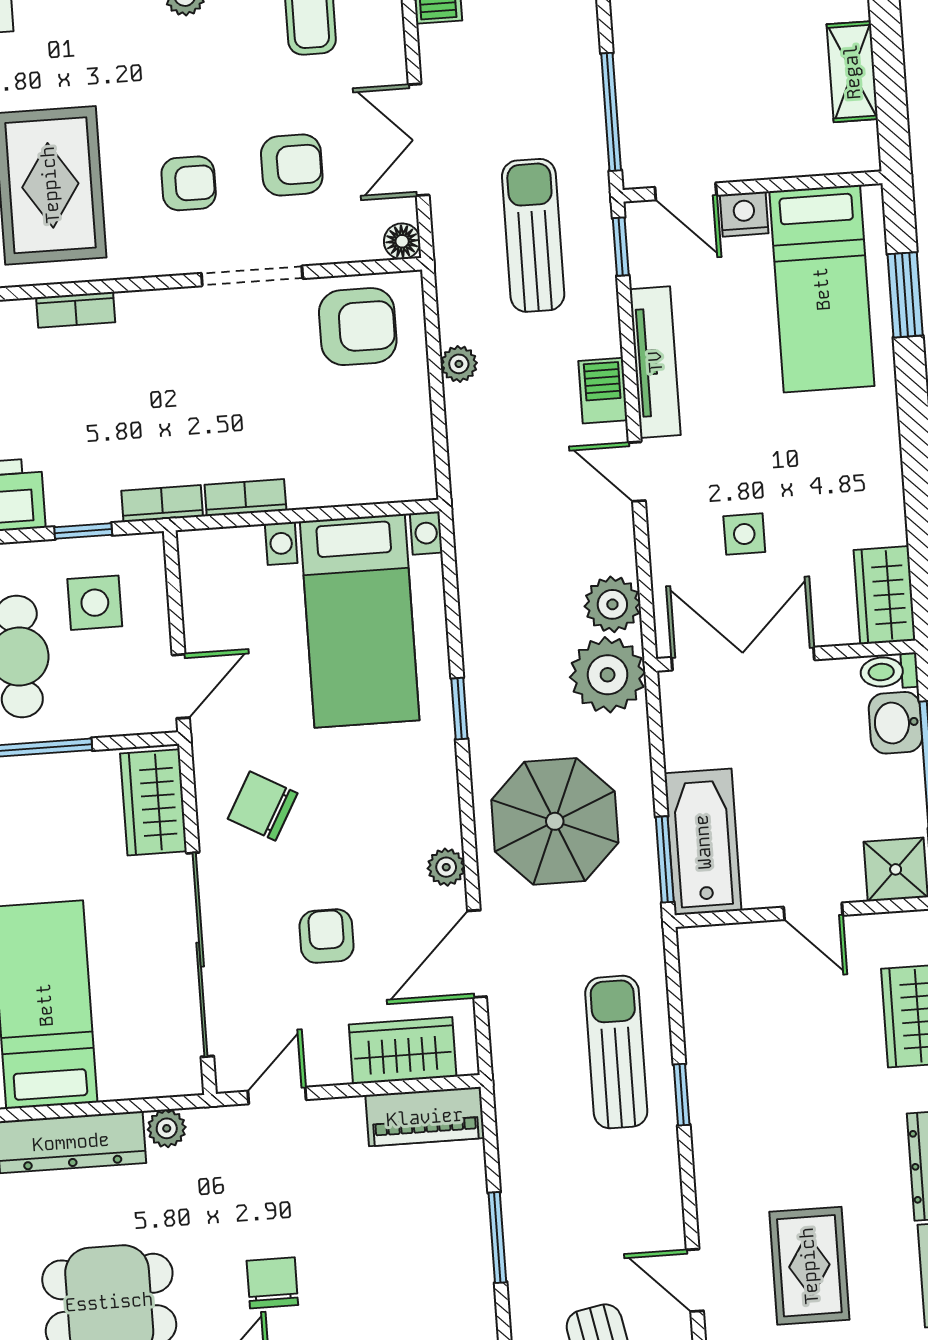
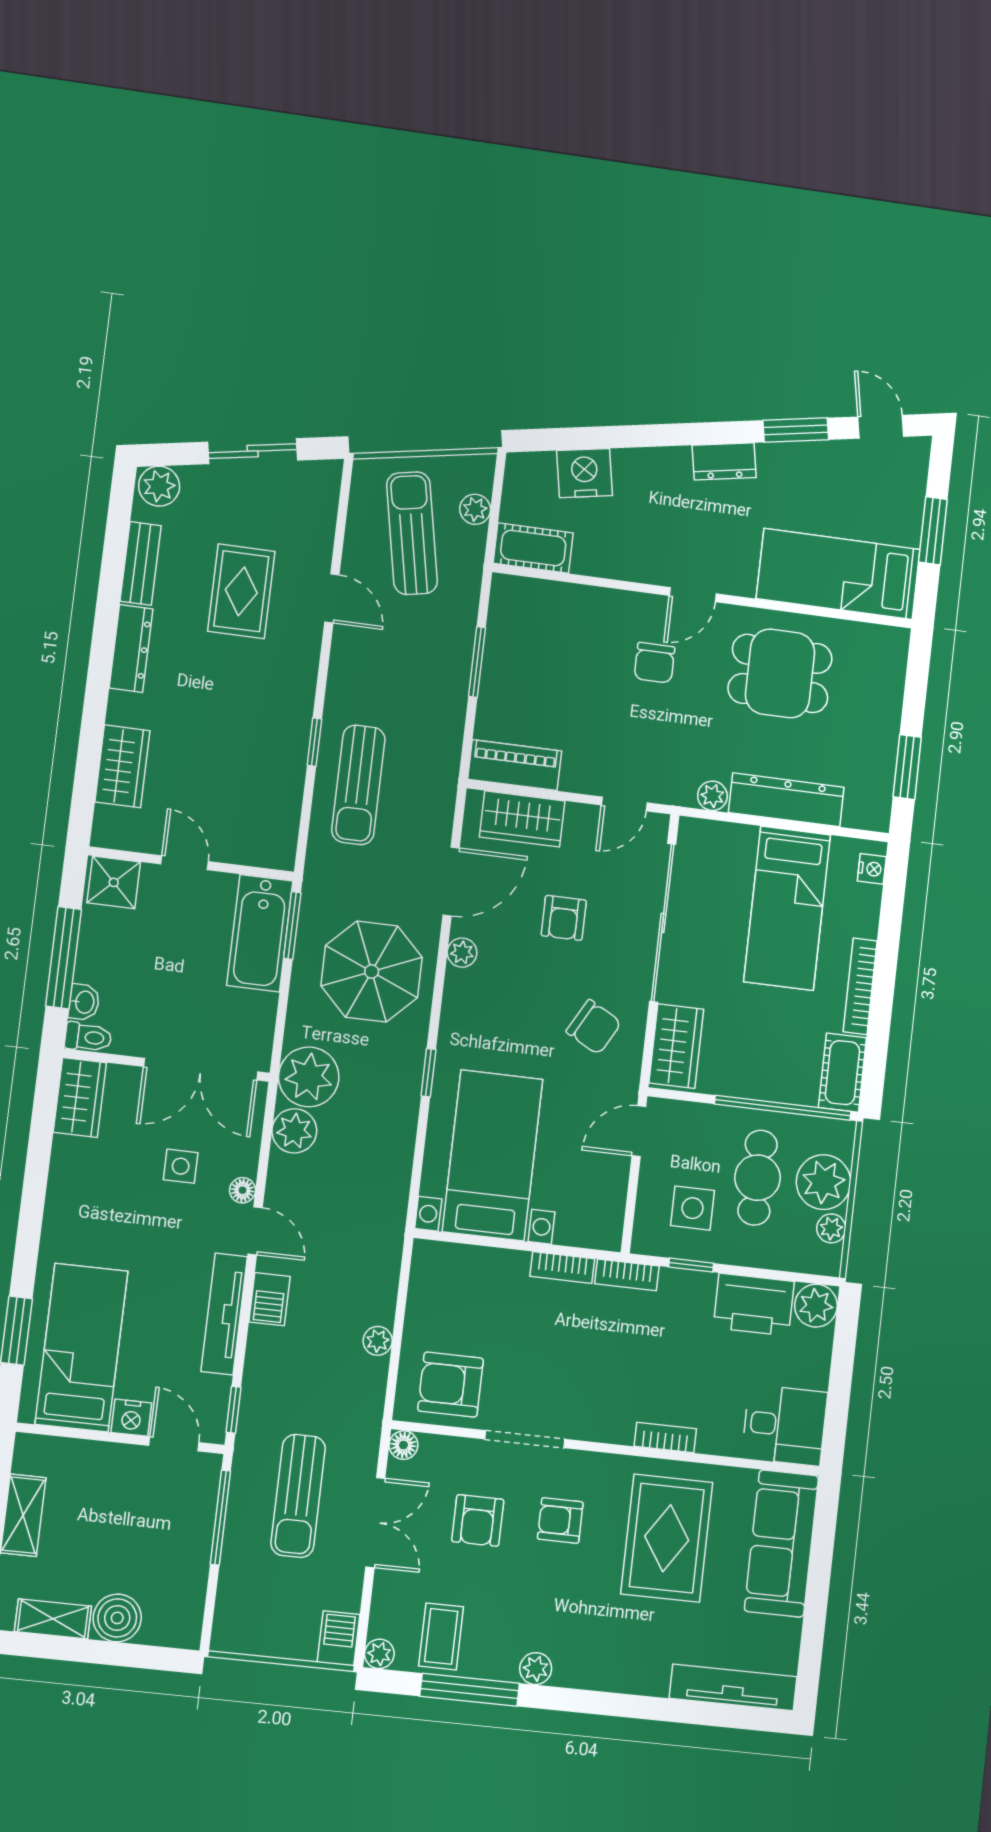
armchair: (292, 165) -> (478, 1520), turned -90
sun lounger: (533, 235) -> (298, 1496), moved
floor lamp: (662, 519) -> (243, 1190), added
washbasin: (895, 723) -> (84, 1002), width x0.72, depth x0.69

